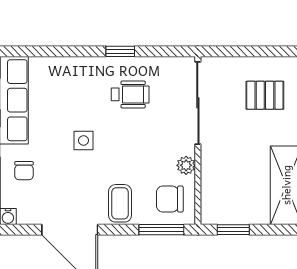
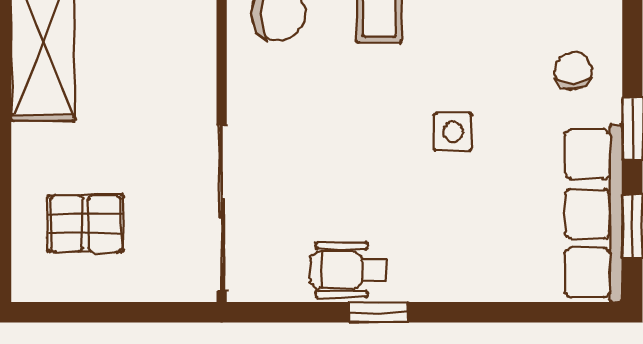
wheelchair: (130, 94) -> (348, 270), moved
plant: (186, 165) -> (245, 82), removed

